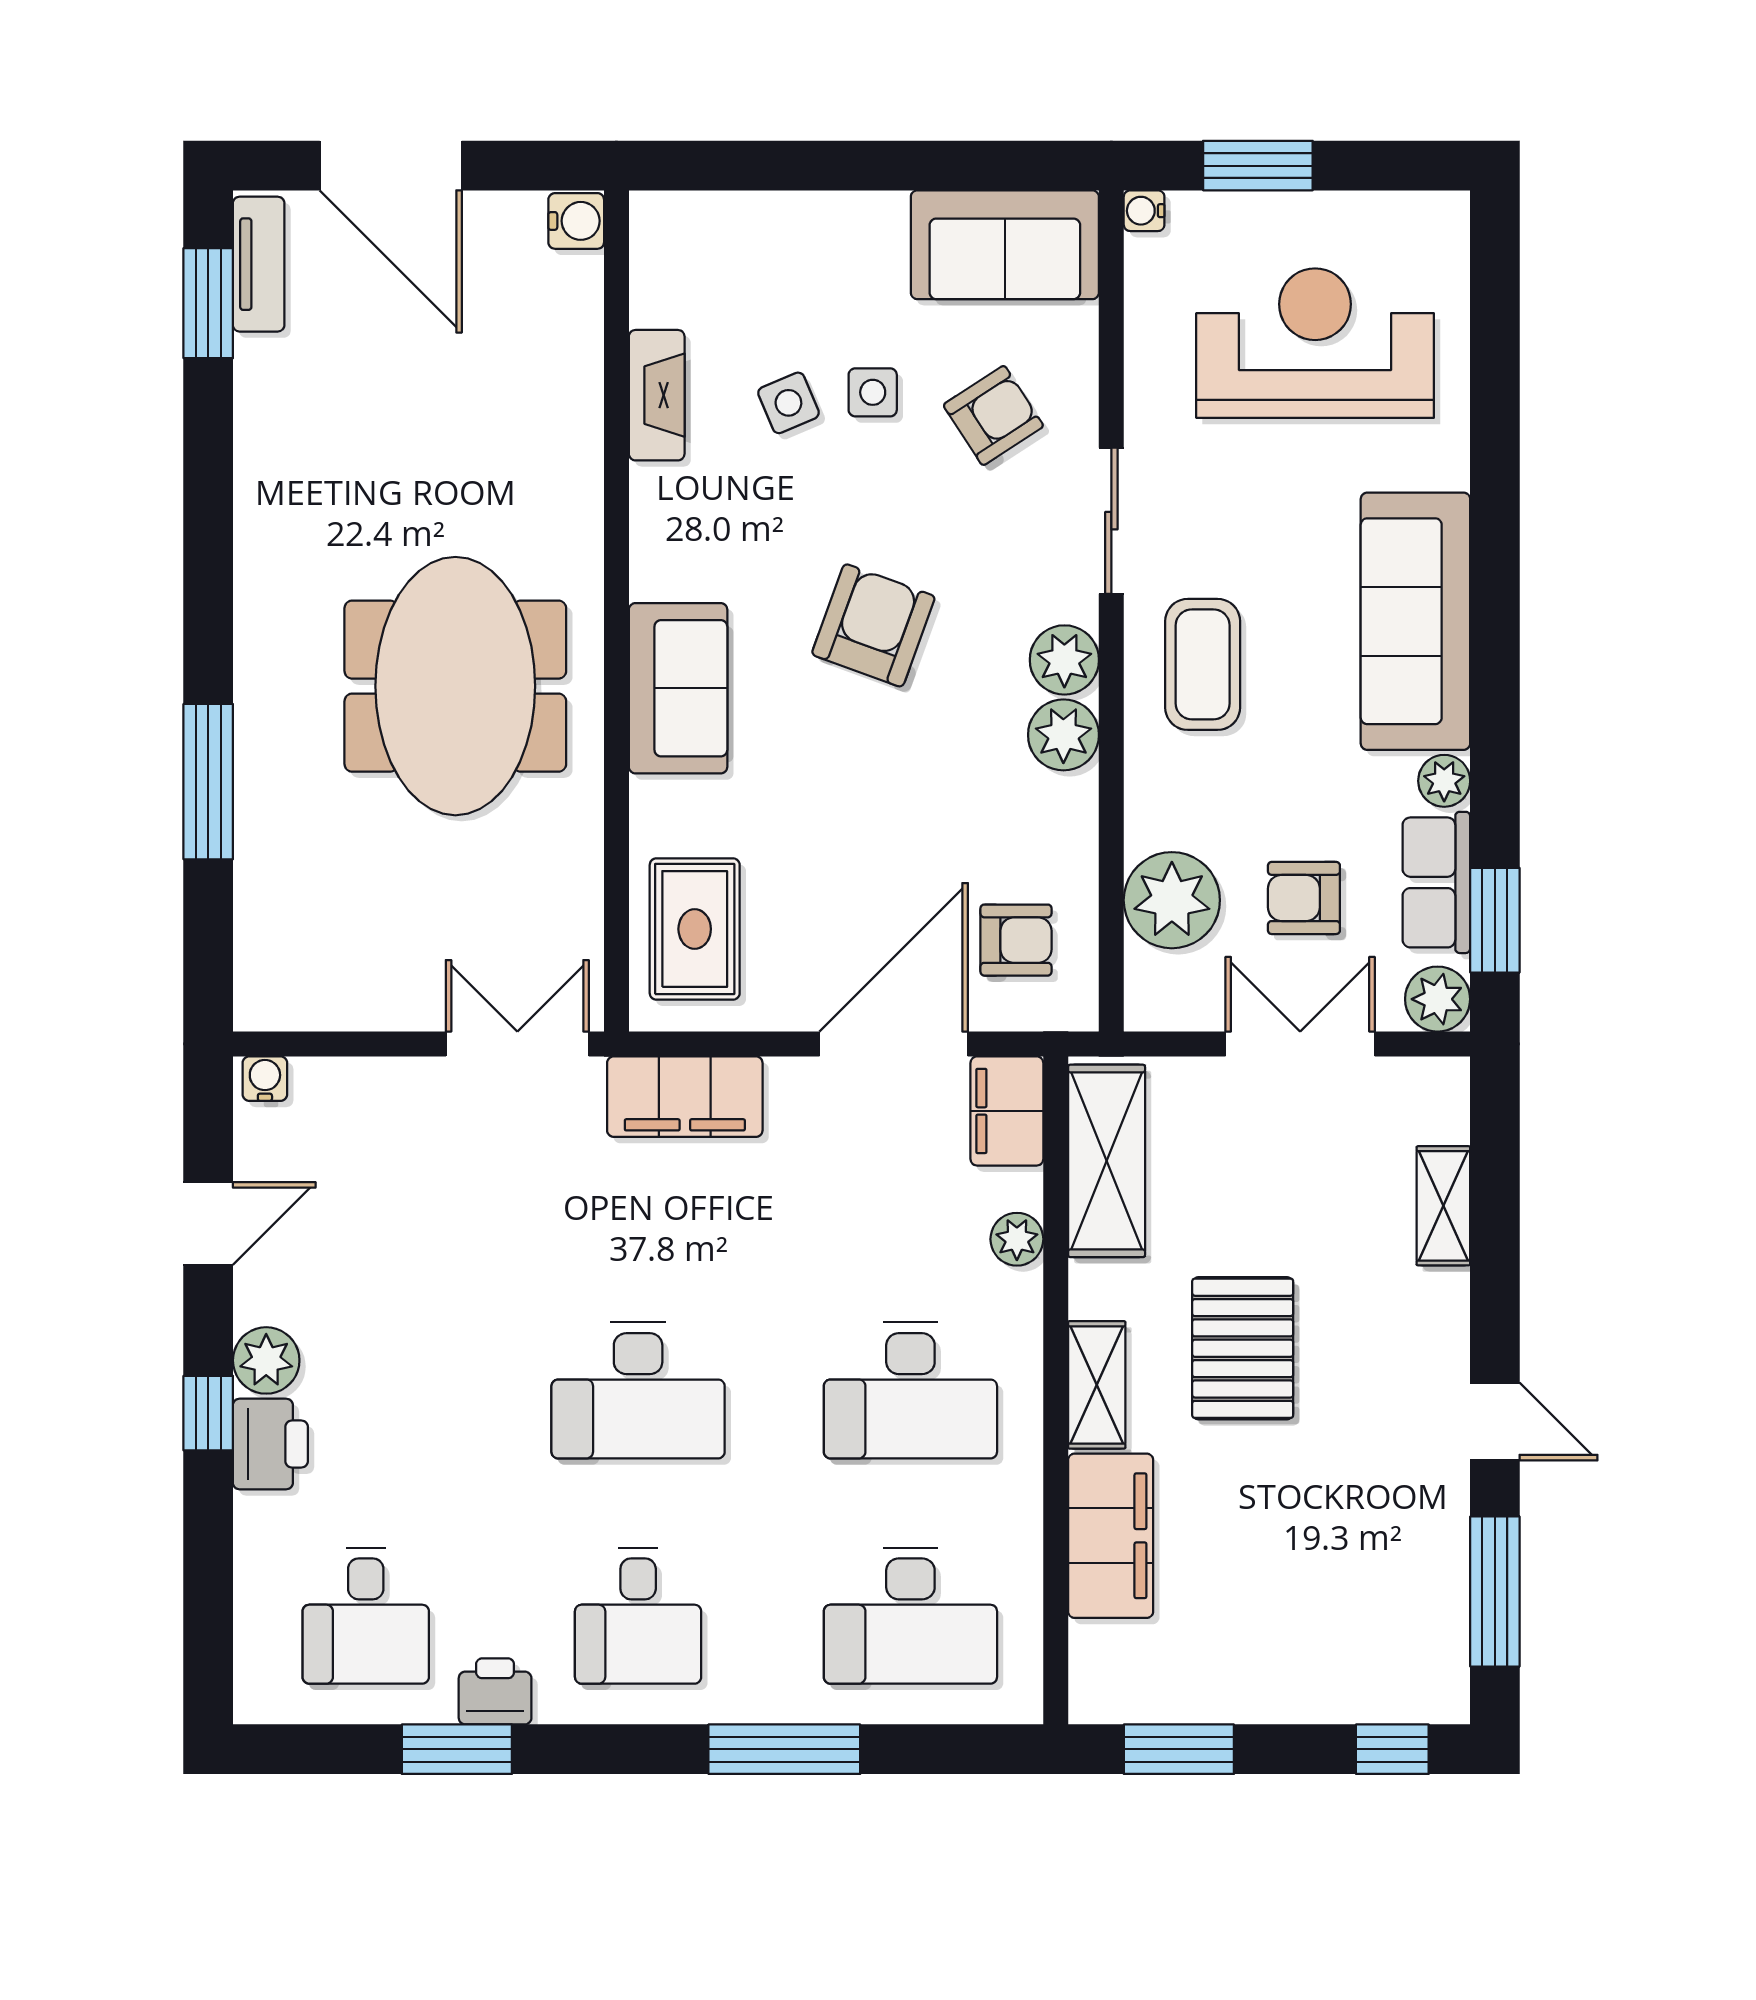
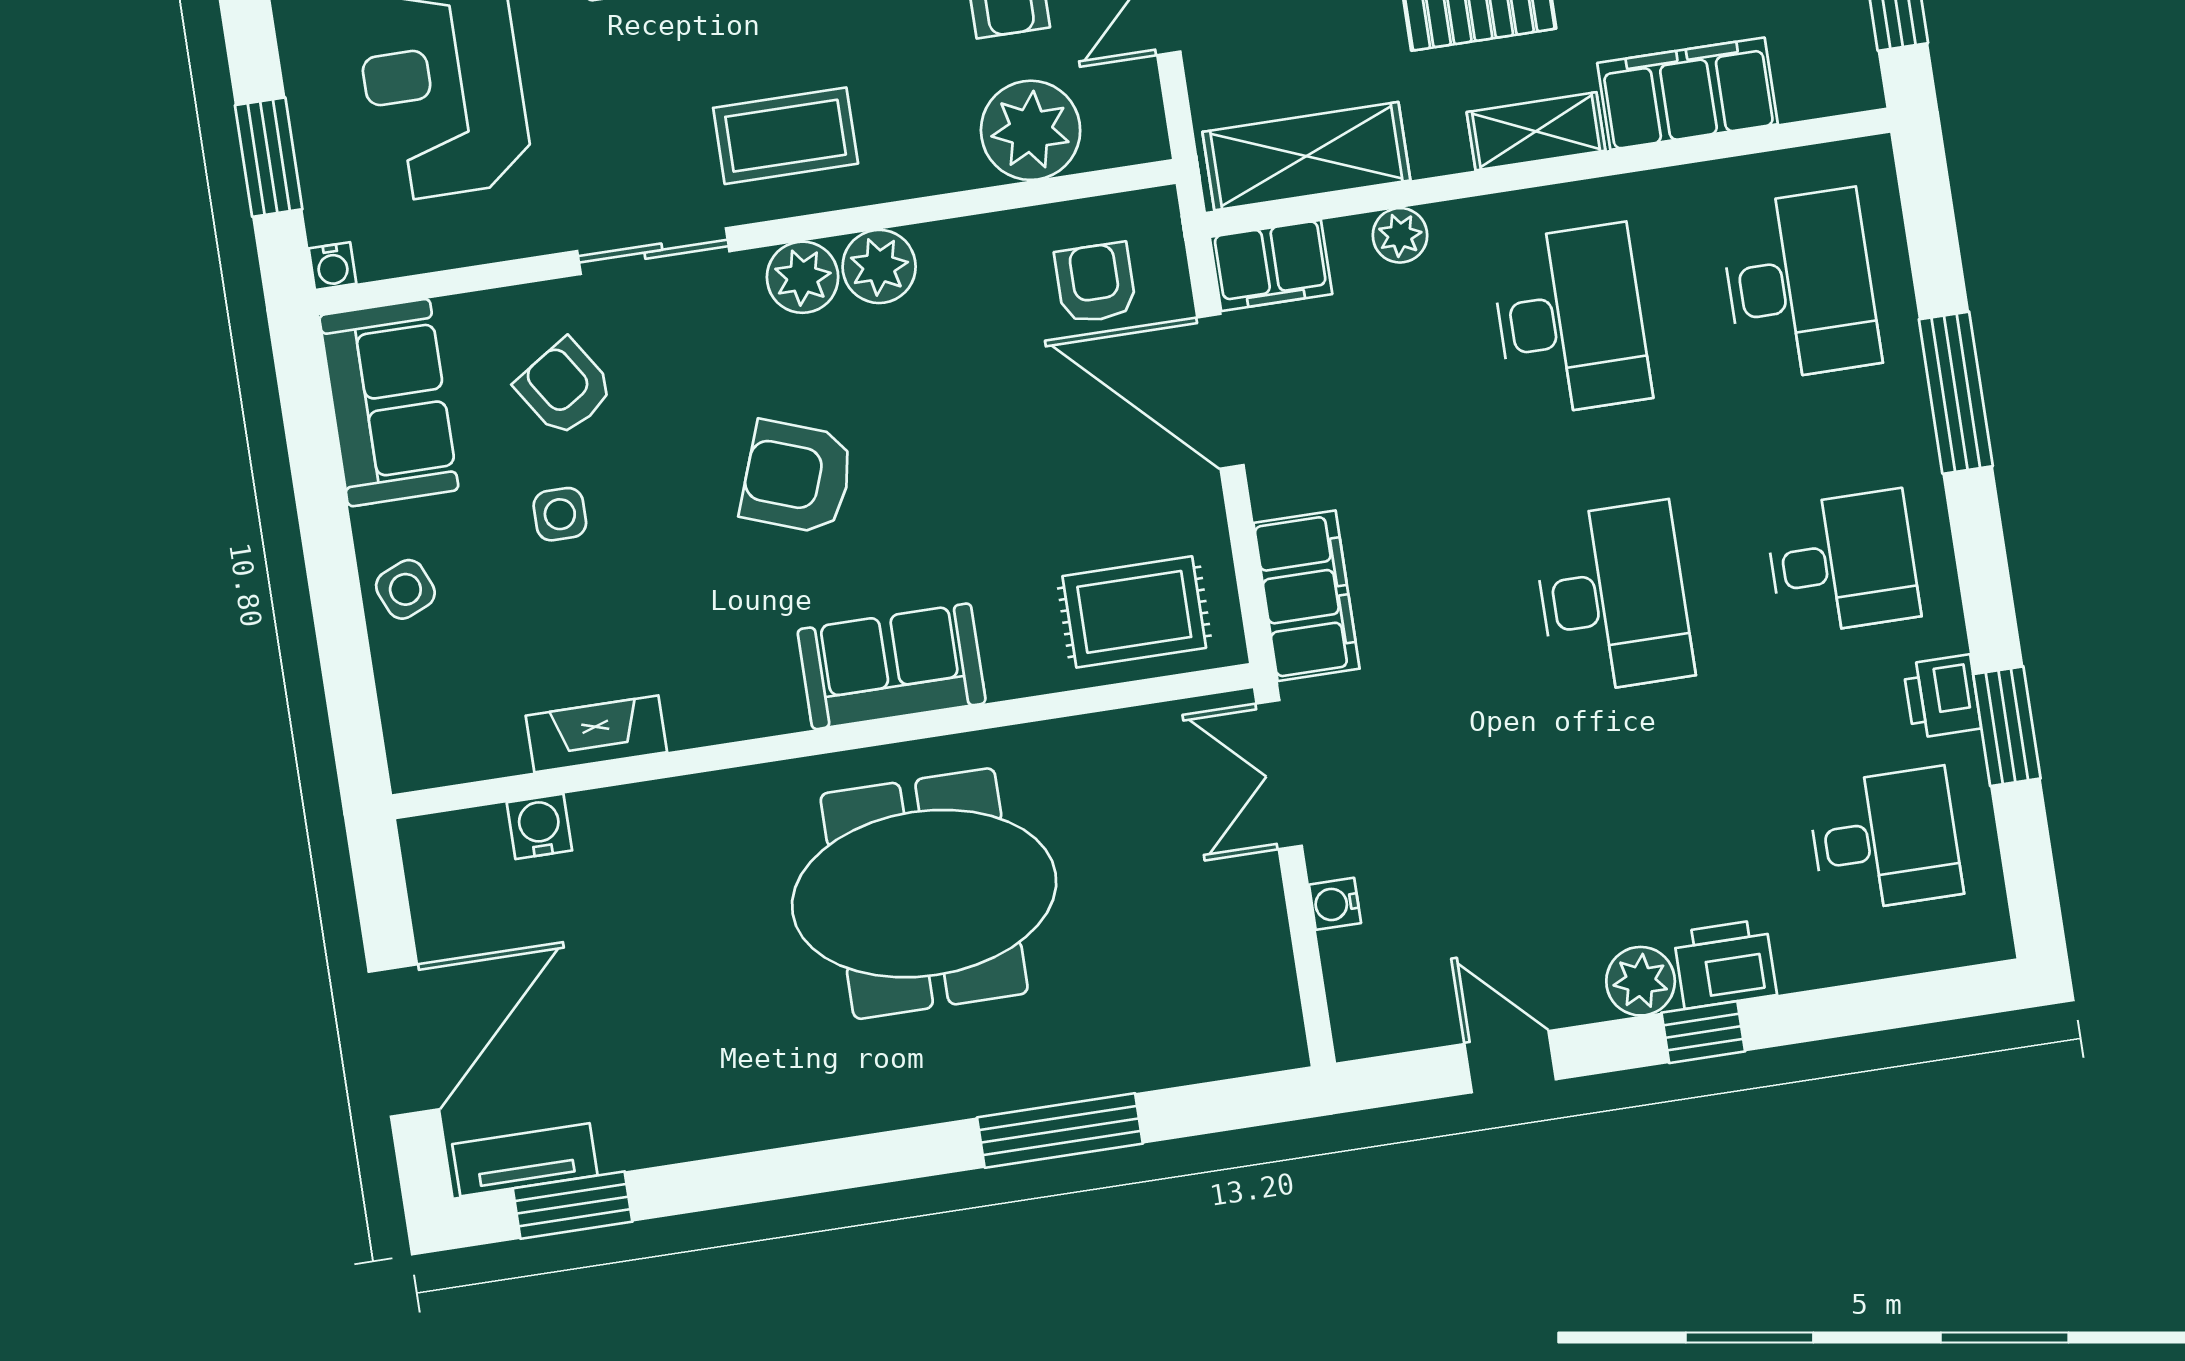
water cooler: (576, 221) -> (539, 826), moved
side table: (788, 403) -> (405, 589), moved
water cooler: (265, 1079) -> (1335, 904), moved

